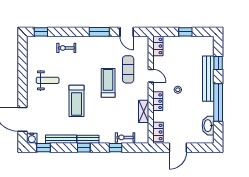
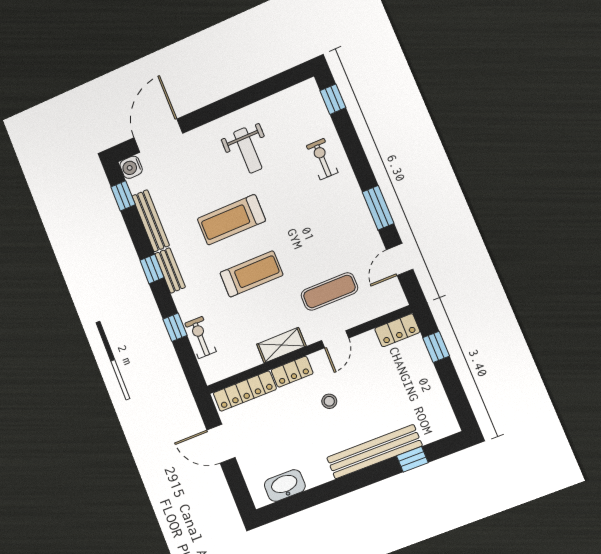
window: (185, 32) -> (436, 347), moved
treadmill: (108, 83) -> (251, 274), moved
window: (218, 103) -> (336, 488), removed
shelving: (144, 111) -> (281, 345), moved
locker: (158, 132) -> (245, 391), width x1.53

